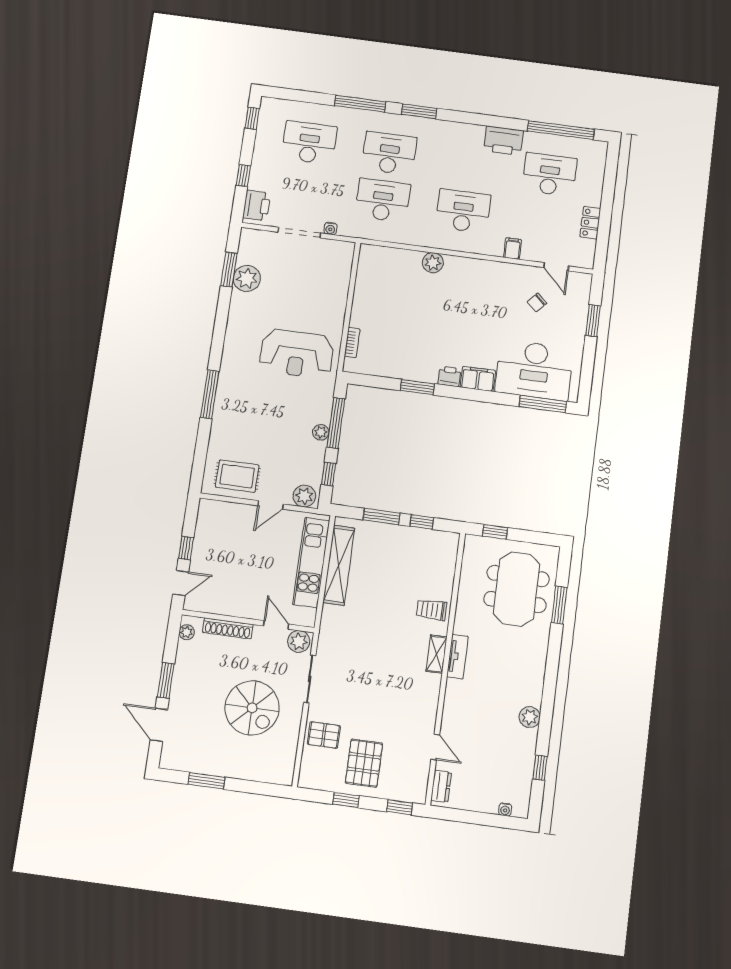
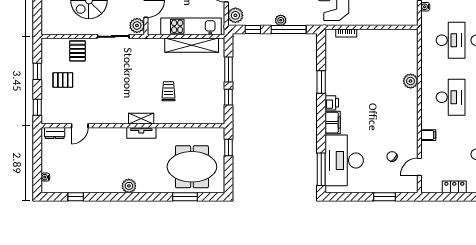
trolley: (431, 610) -> (168, 91), moved
plant: (530, 717) -> (129, 186), moved
pallet: (364, 763) -> (63, 80), width x0.67, depth x0.71

